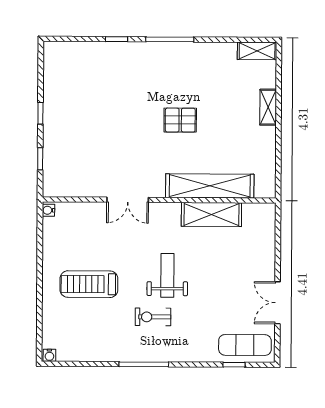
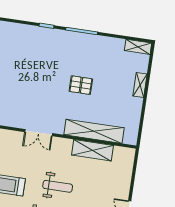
weight bench: (167, 275) -> (58, 186), turned 90

